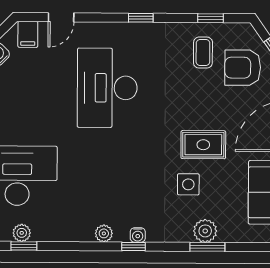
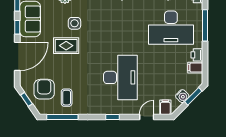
window: (141, 18) -> (112, 117), moved
window: (211, 18) -> (62, 117), width x2.17
armchair: (243, 68) -> (44, 89), turned -90

